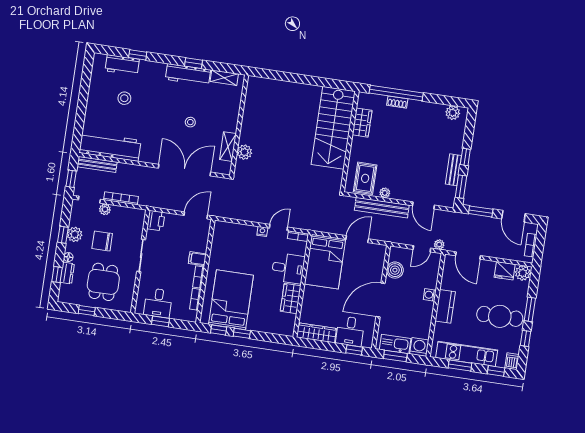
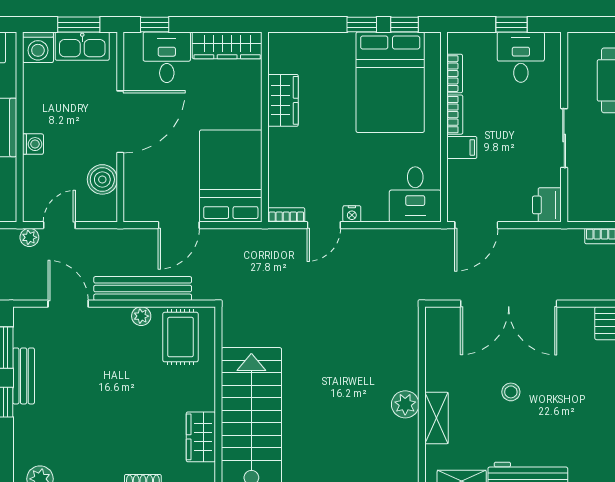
shelving: (228, 147) -> (436, 418), moved
plant: (244, 152) -> (405, 404), moved
desk: (288, 268) -> (415, 194), moved, turned -90

